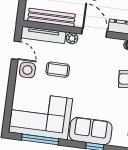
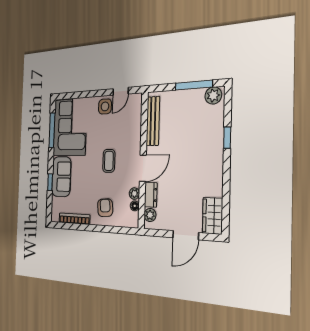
tv unit: (43, 35) -> (136, 116), removed
plant: (72, 38) -> (134, 194), moved
coffee table: (58, 70) -> (109, 161), moved

